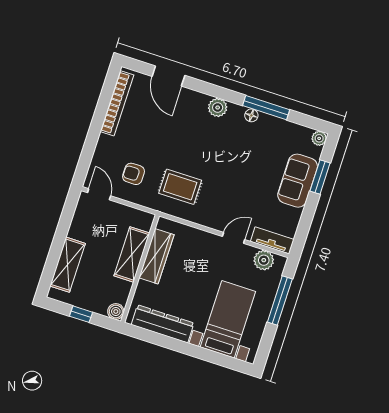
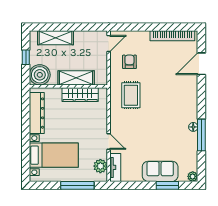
plant: (218, 108) -> (191, 103), removed
boiler: (116, 311) -> (40, 75), width x1.86, depth x1.86

